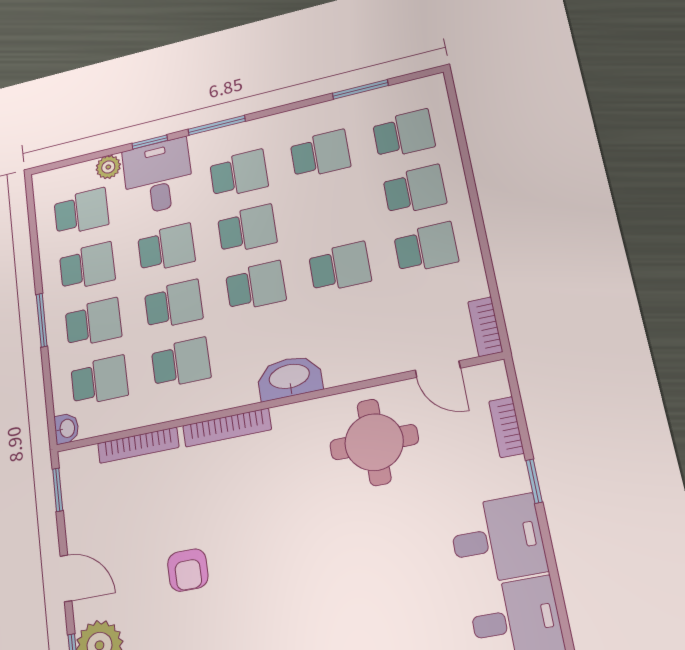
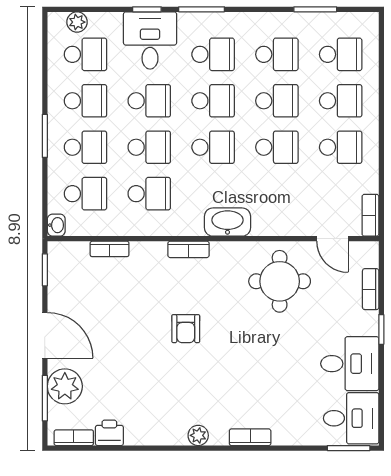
plant: (108, 167) -> (77, 22), moved
school desk: (330, 210) -> (277, 101), added
bookcase: (227, 428) -> (188, 249), width x0.64
bookcase: (138, 445) -> (110, 249), width x0.64
armchair: (188, 570) -> (186, 329), moved
door: (66, 578) -> (45, 335), width x1.38

